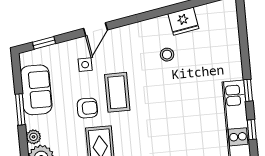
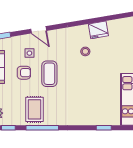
door: (95, 29) -> (39, 30), hinge flipped
armchair: (87, 108) -> (24, 73), moved

